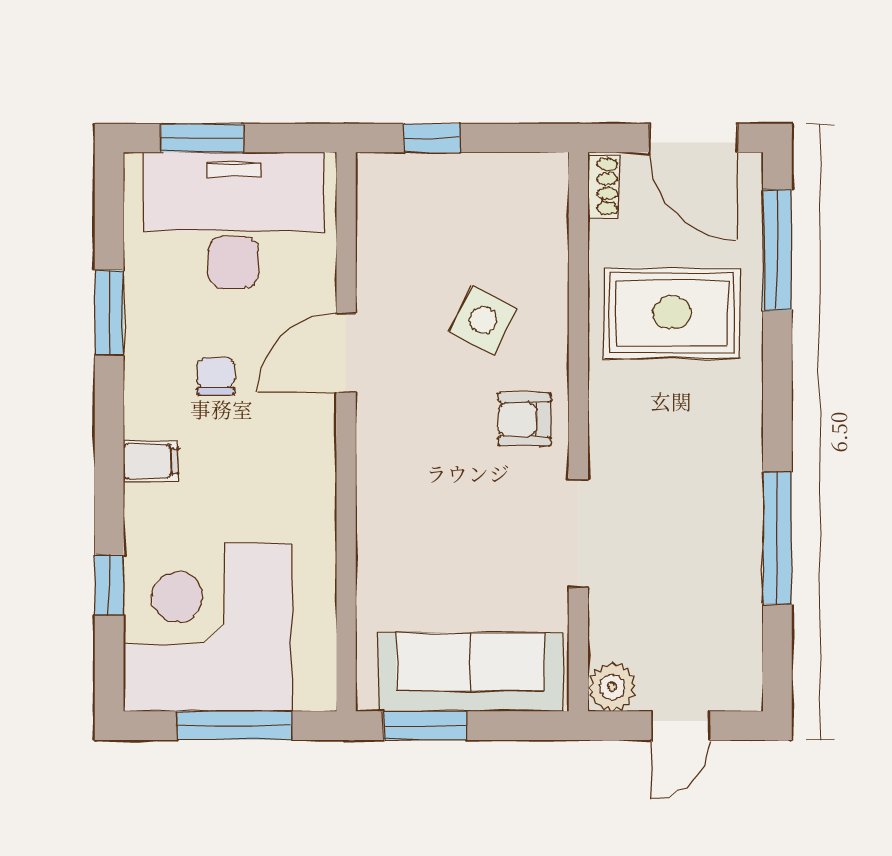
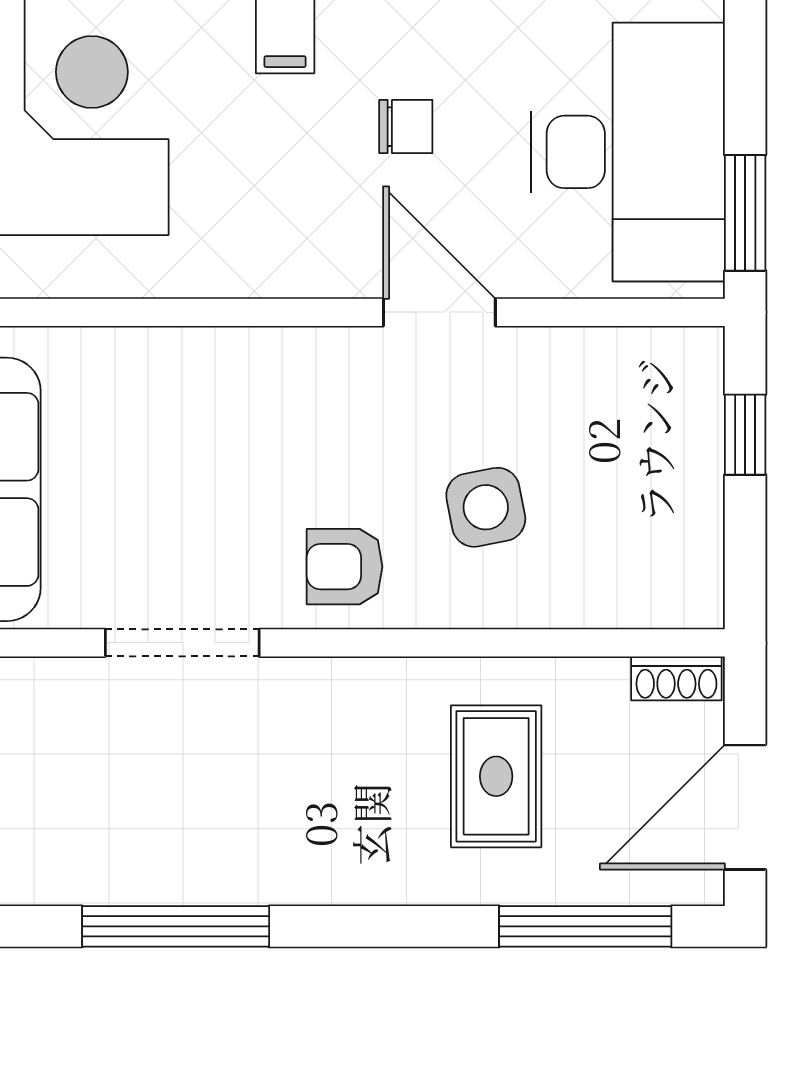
window: (202, 138) -> (745, 213), moved
rug: (672, 313) -> (496, 776), width x0.73, depth x0.70
side table: (483, 320) -> (486, 507), turned -38
armchair: (525, 419) -> (345, 567), turned -90

